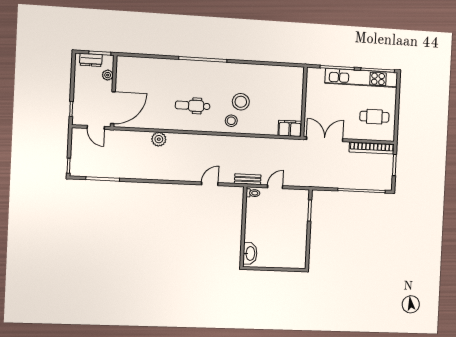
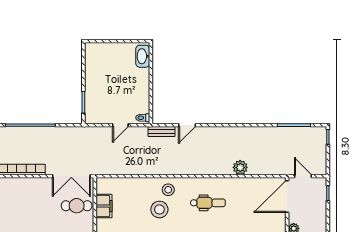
cafe table: (374, 117) -> (77, 206), moved
filing cabinet: (290, 128) -> (104, 206), moved, turned -90
bench: (248, 179) -> (162, 131), moved

